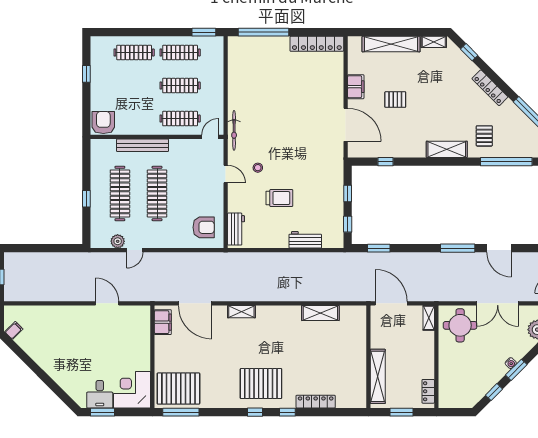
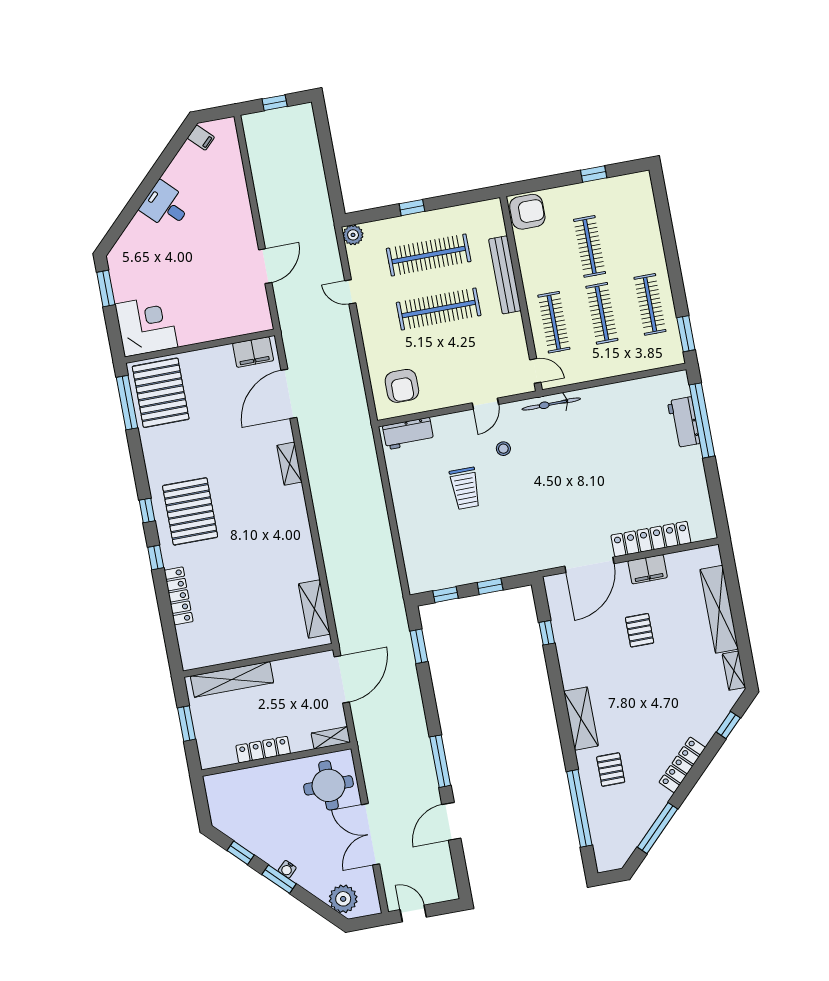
locker: (317, 44) -> (651, 539), moved, turned 90
clothes rail: (134, 52) -> (590, 246), moved
pallet: (484, 136) -> (611, 770), turned 90
workbench: (305, 240) -> (684, 422), moved, turned 180
plant: (118, 241) -> (353, 235), moved
shelving: (320, 313) -> (314, 609), moved
locker: (428, 391) -> (263, 750), moved, width x1.53
desk: (100, 394) -> (166, 206), moved, turned 45

